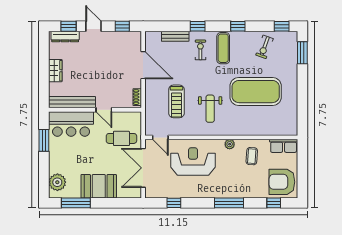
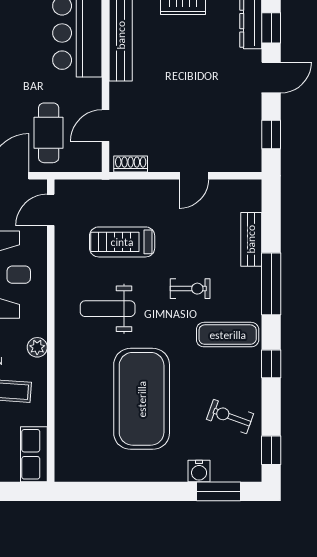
window: (198, 26) -> (271, 284), width x2.17
exercise bike: (200, 50) -> (190, 289), moved
water cooler: (292, 63) -> (199, 471), added
door: (143, 65) -> (194, 176), width x0.53
door: (104, 110) -> (105, 126), moved

